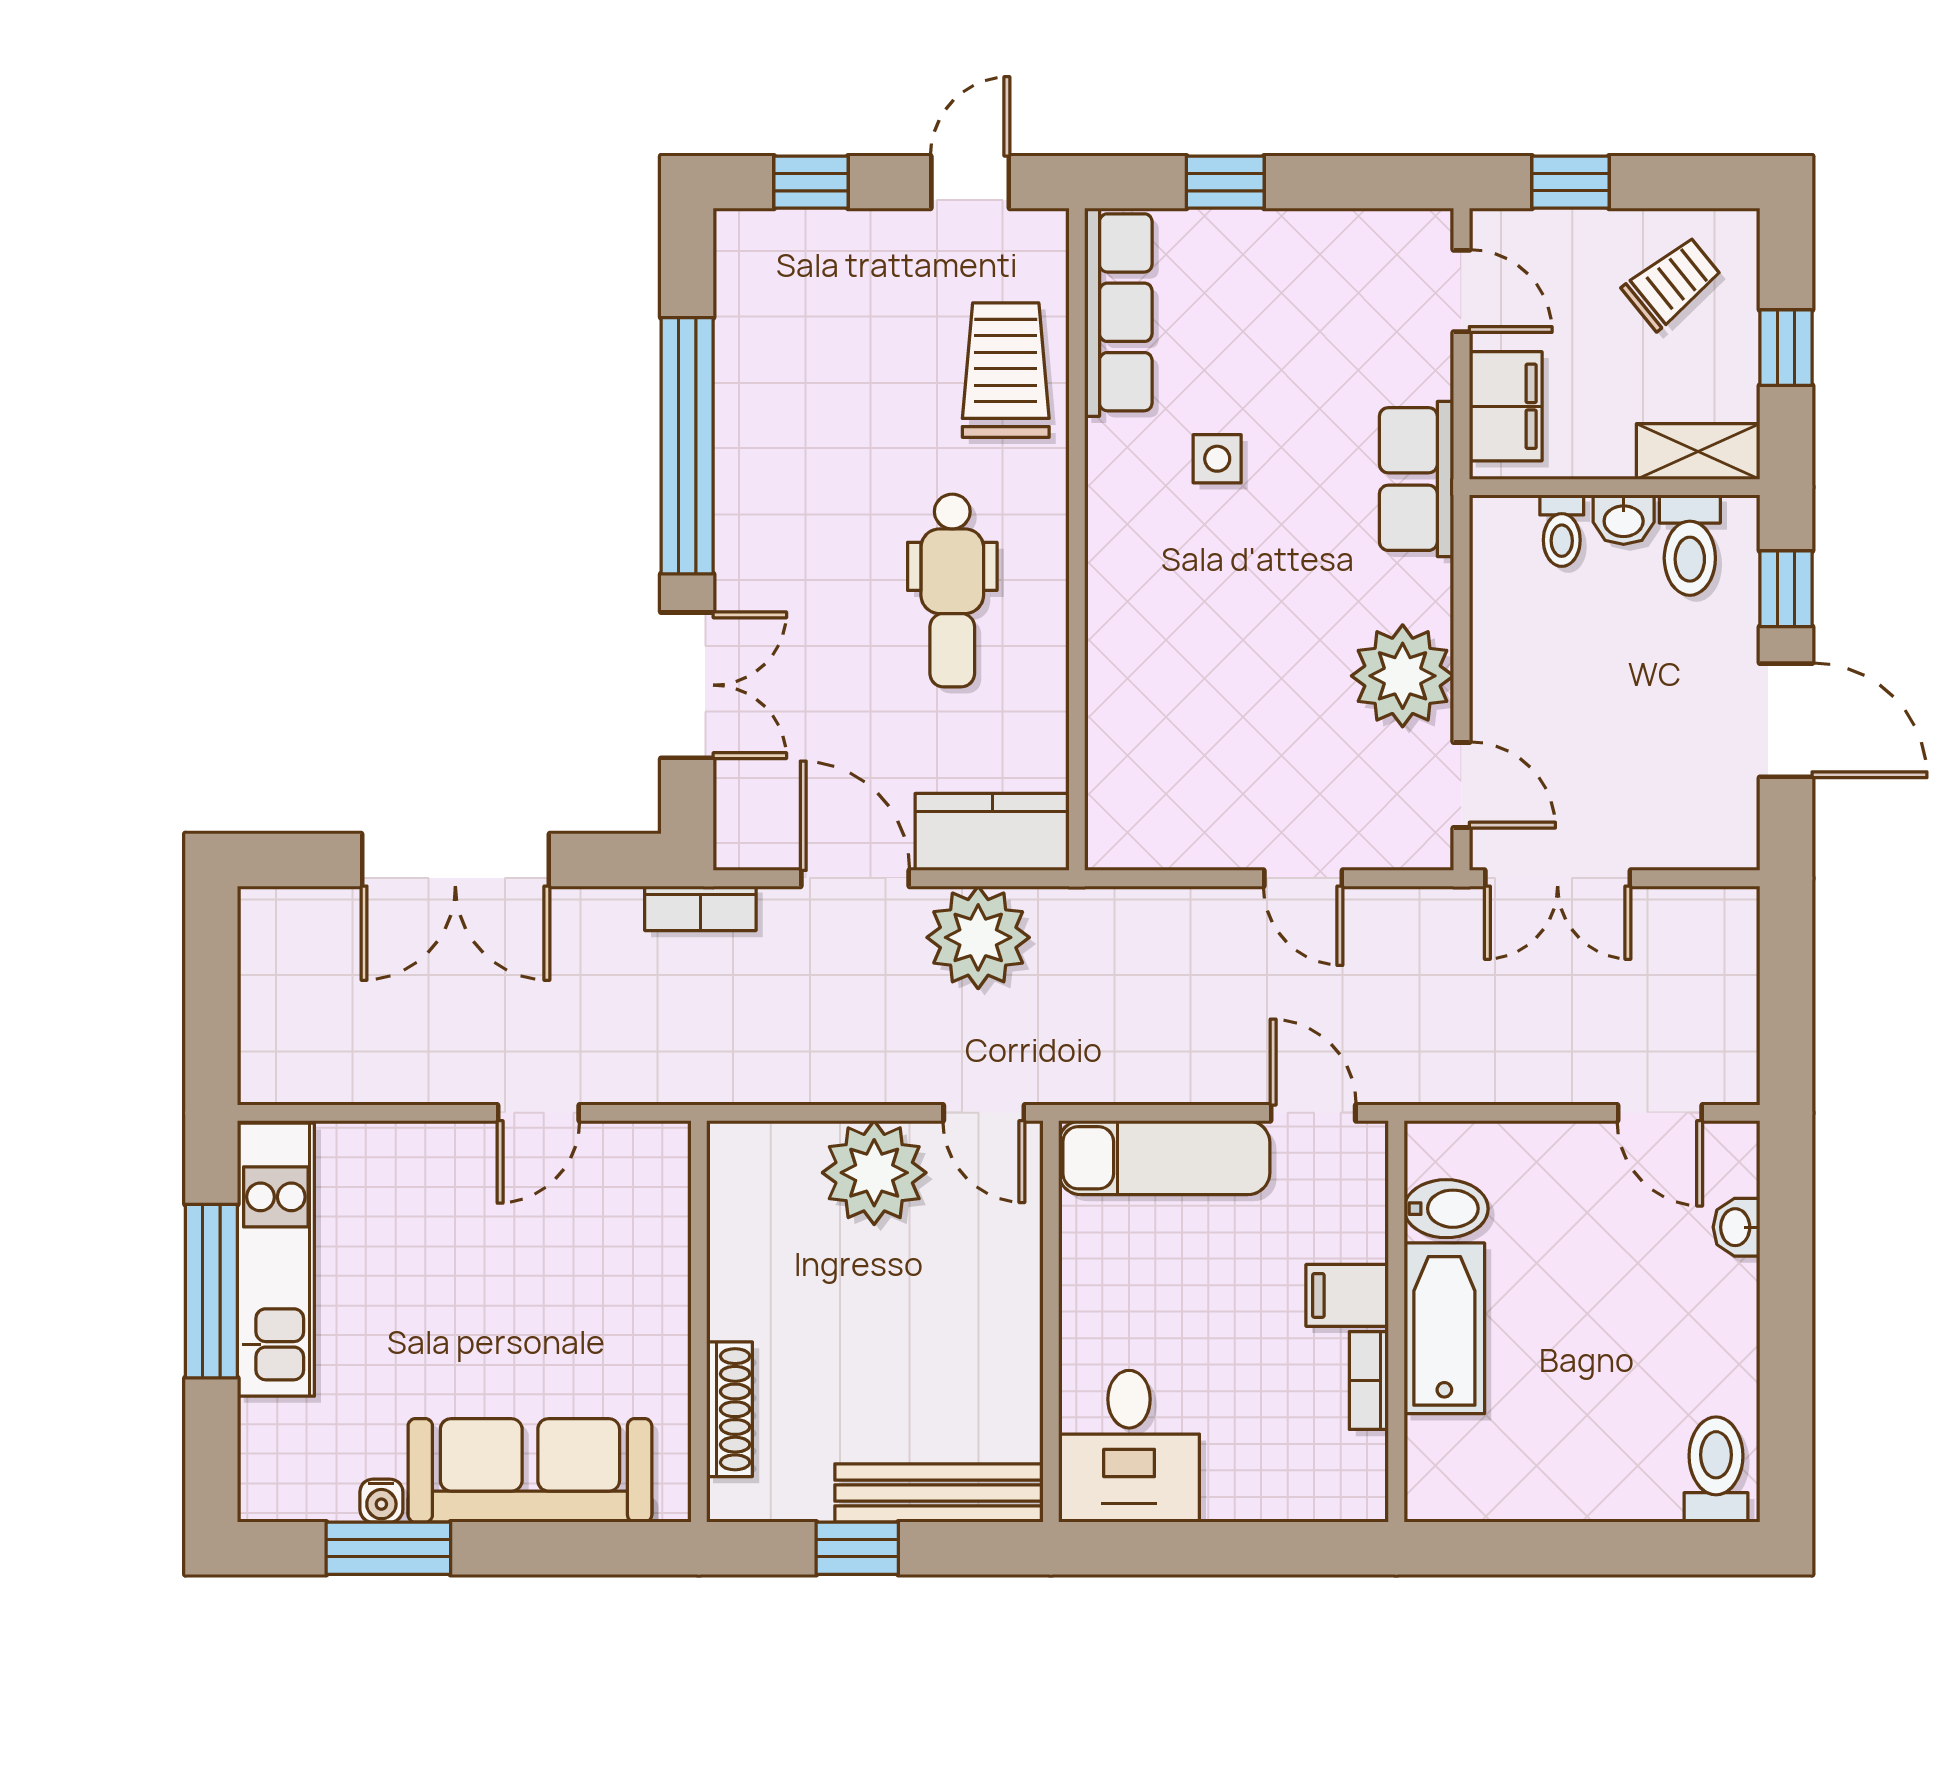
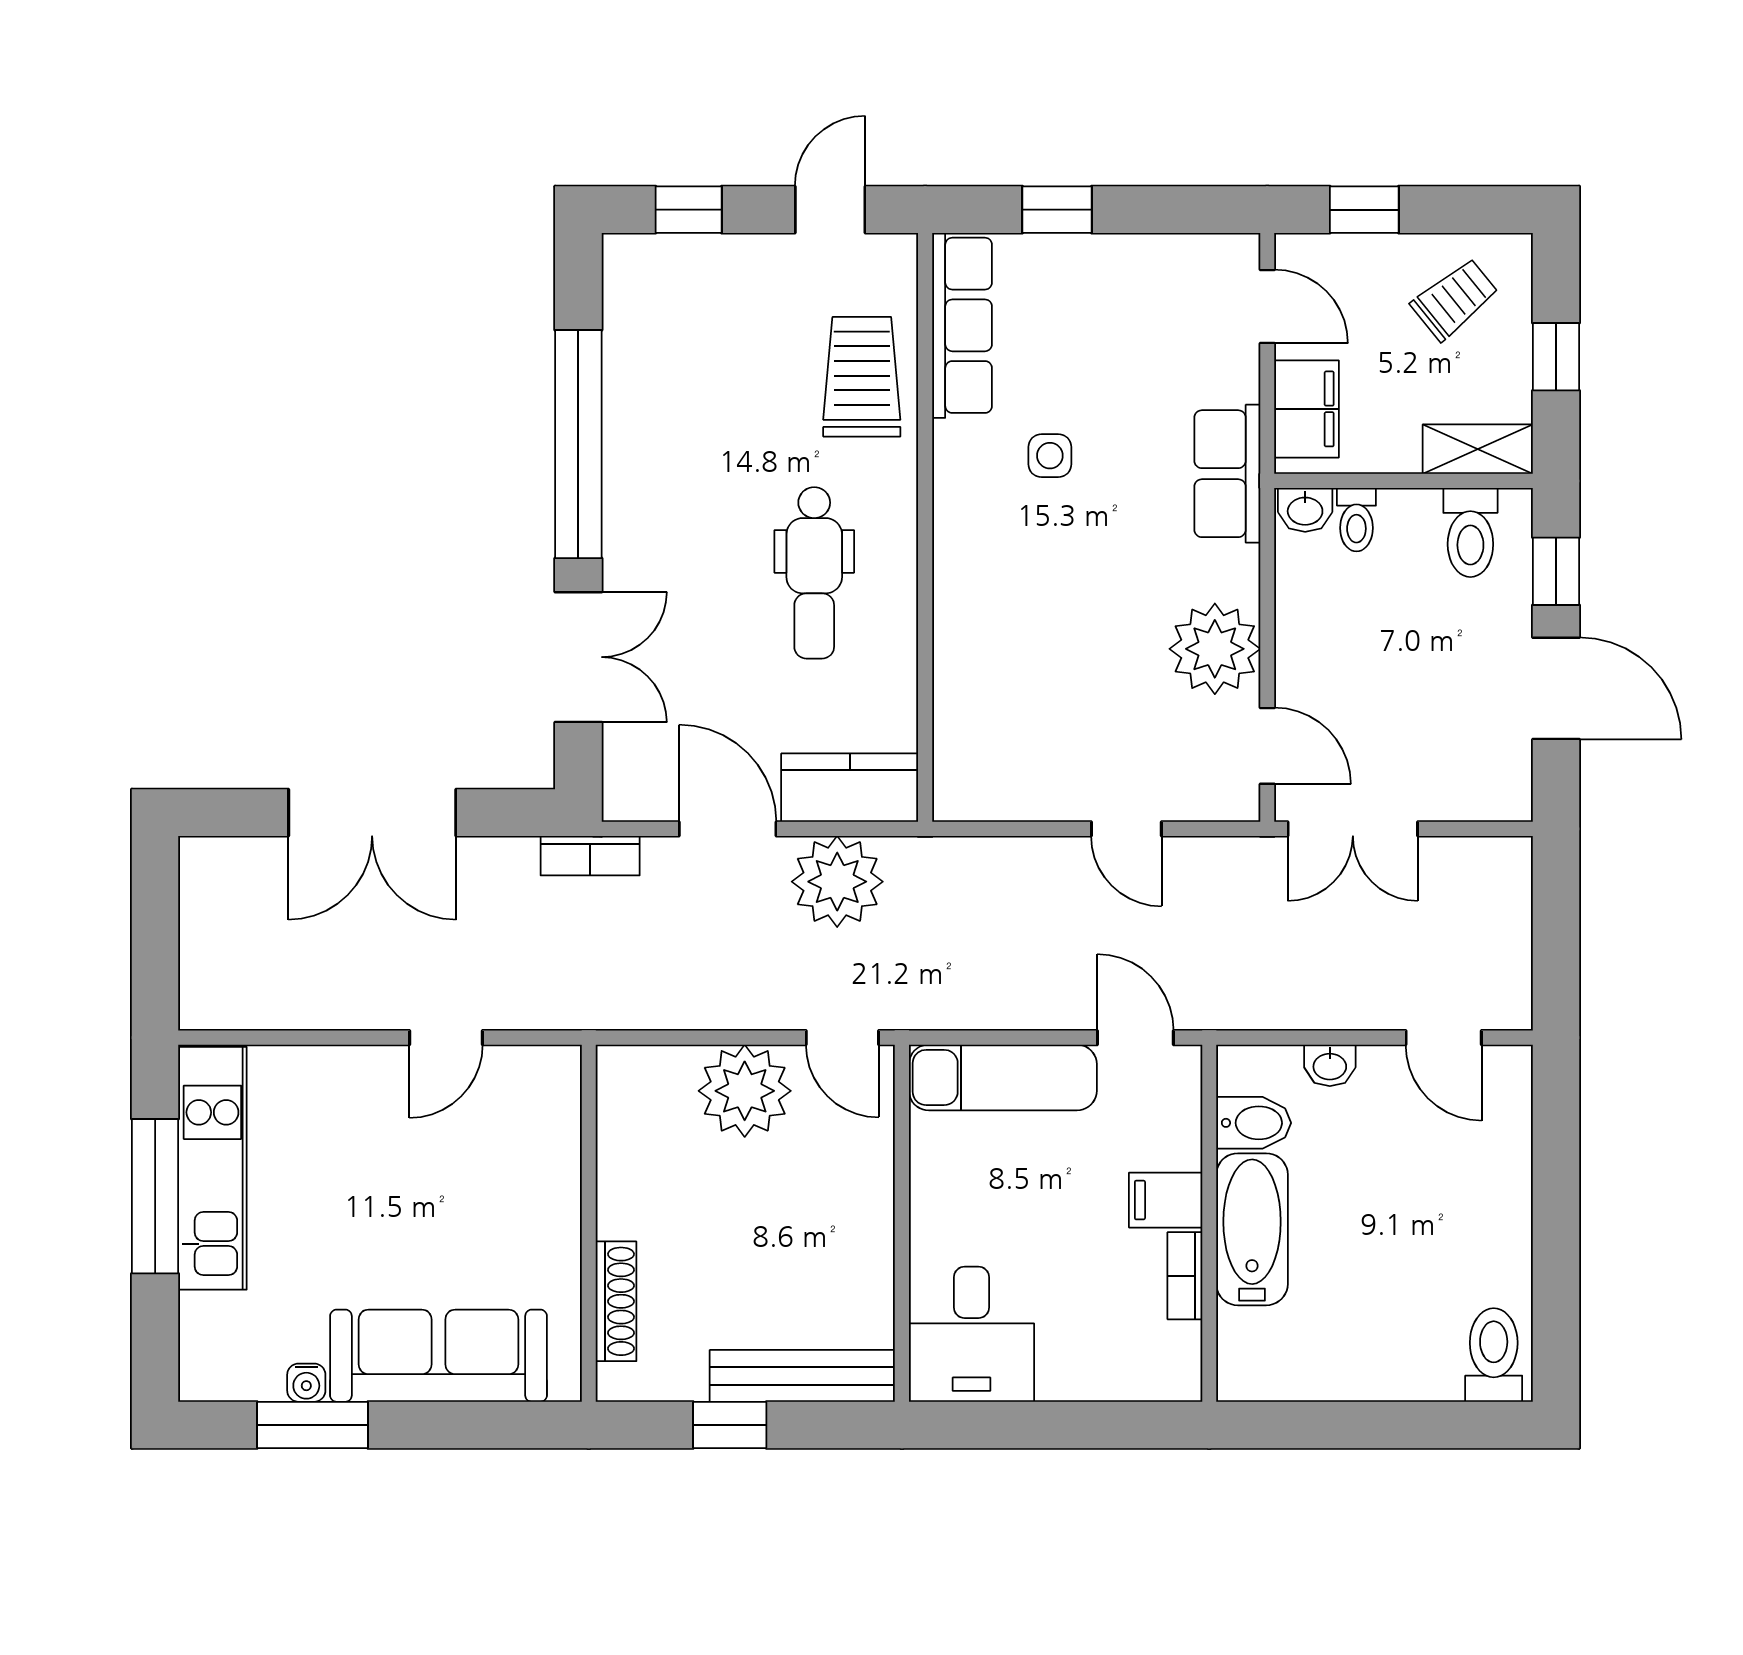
washbasin: (1624, 520) -> (1305, 510), moved
washbasin: (1737, 1227) -> (1330, 1065), moved, turned -90

